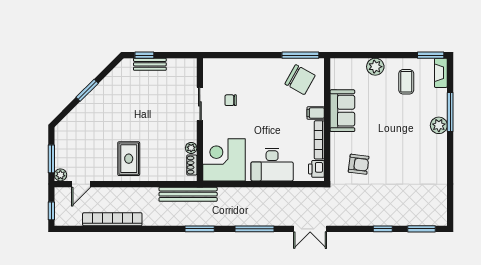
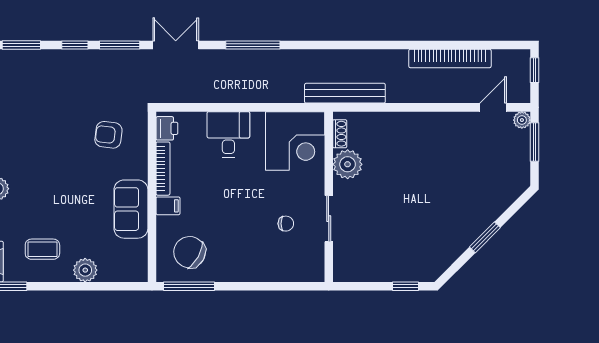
bench: (150, 64) -> (398, 273), removed
coffee table: (406, 82) -> (42, 249), turned 90
plant: (191, 148) -> (348, 164), width x1.87, depth x1.87
rug: (129, 159) -> (427, 143), removed
desk: (272, 165) -> (228, 134), width x0.73
window: (200, 229) -> (120, 45), moved

